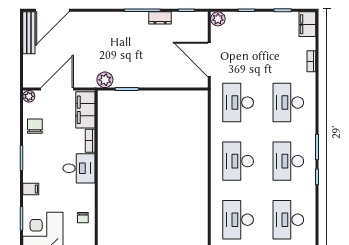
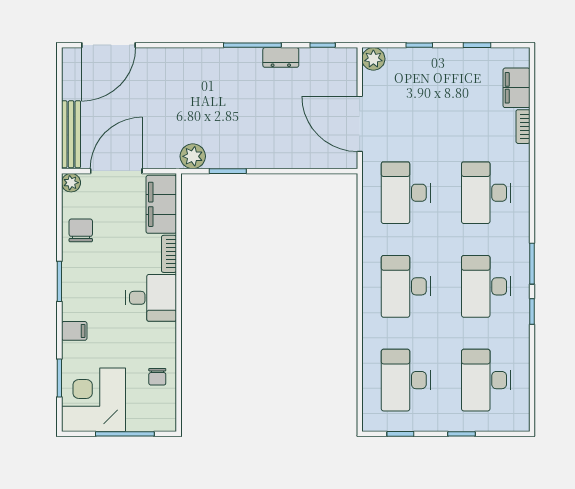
filing cabinet: (307, 24) -> (516, 88), moved
bench: (29, 33) -> (71, 134), moved

